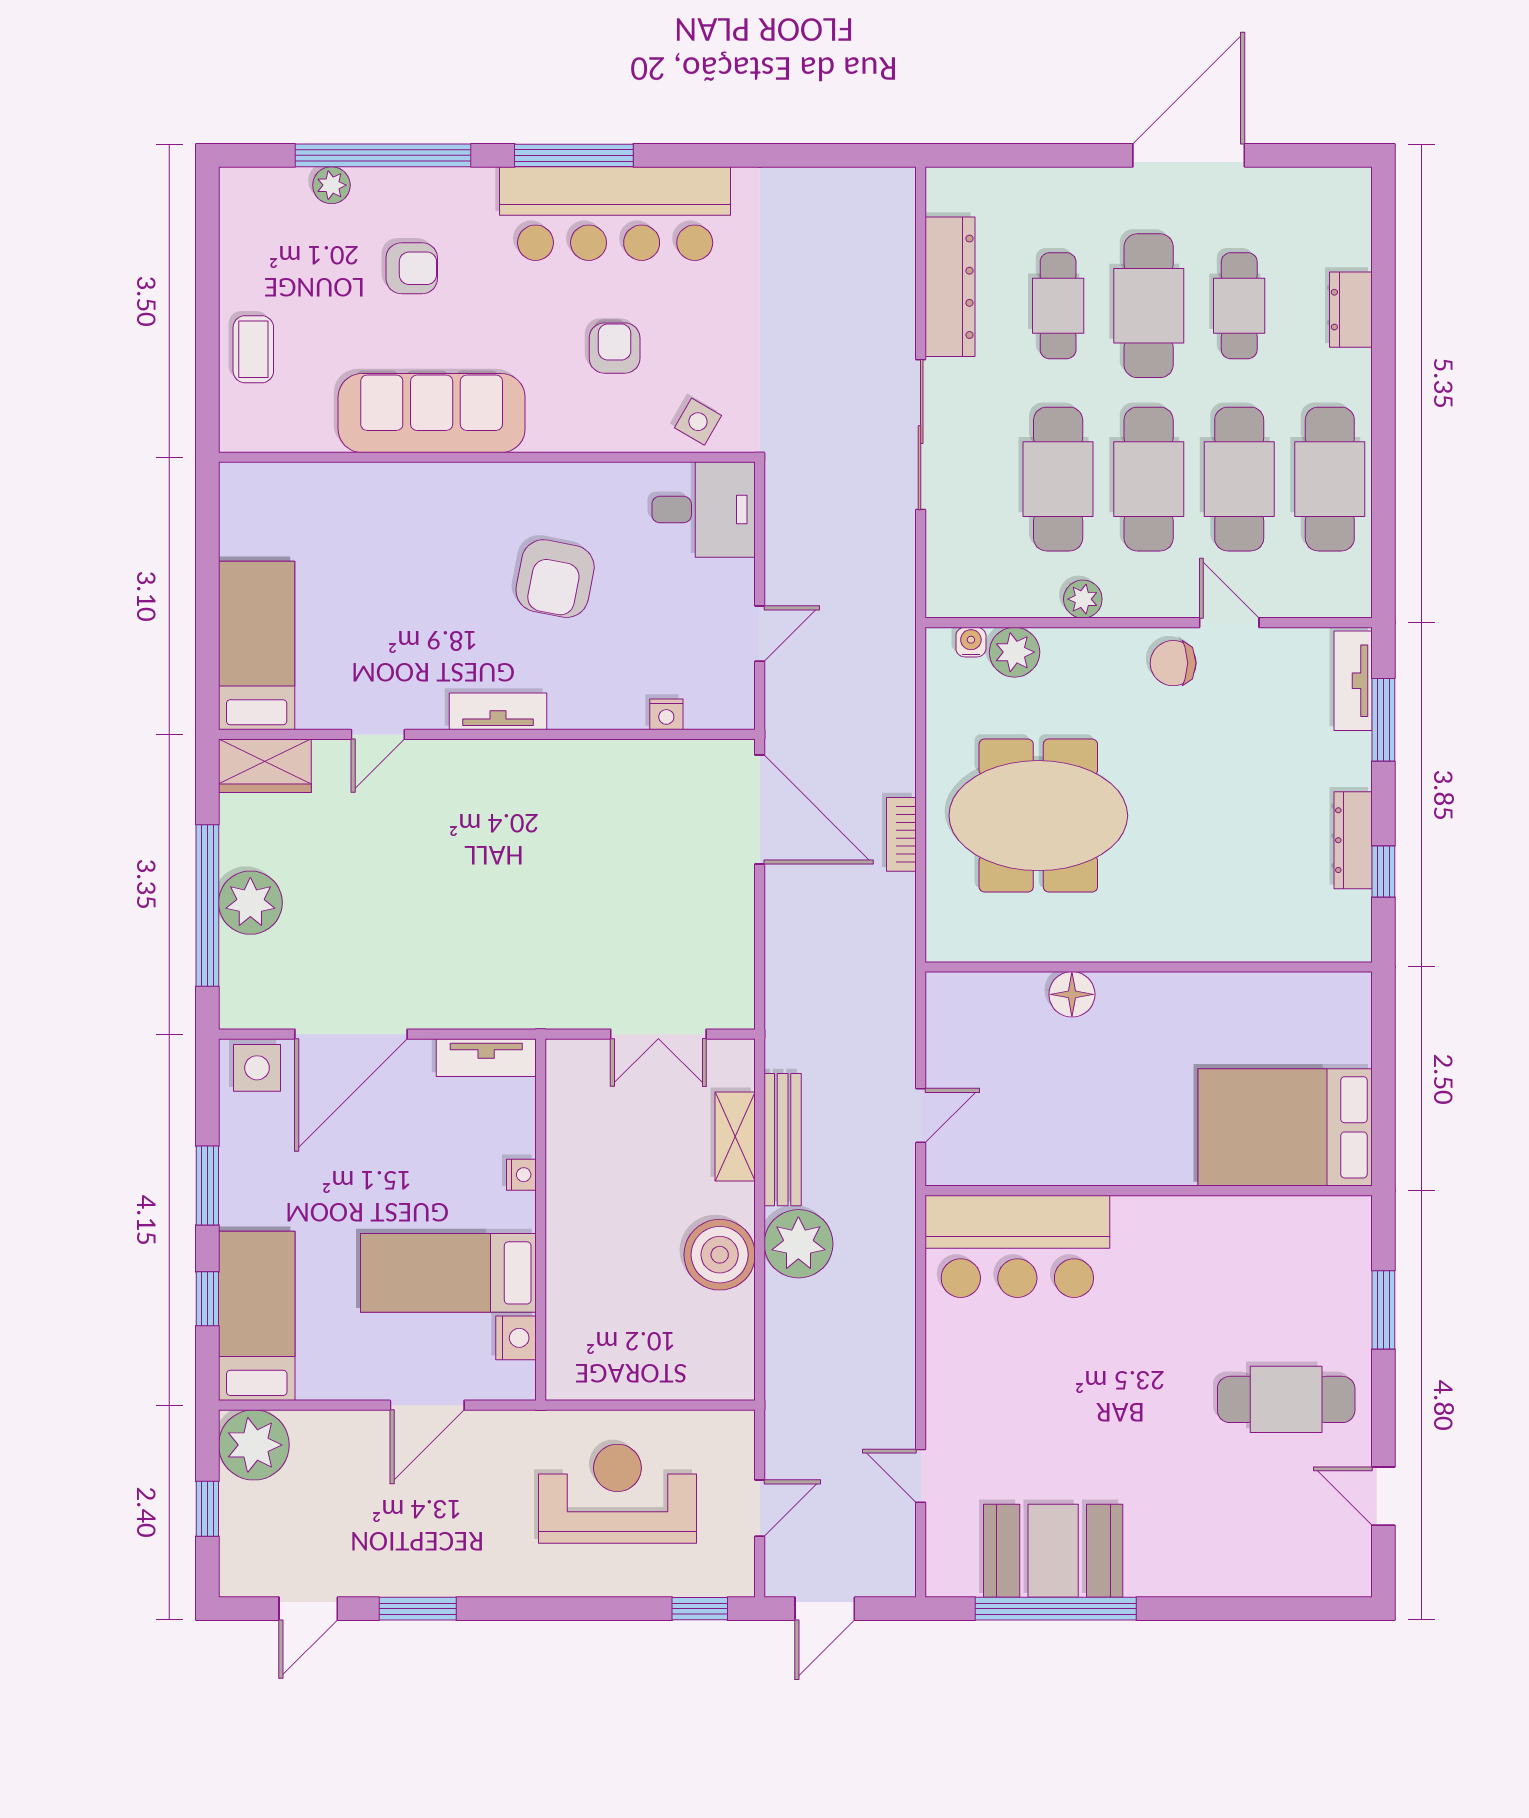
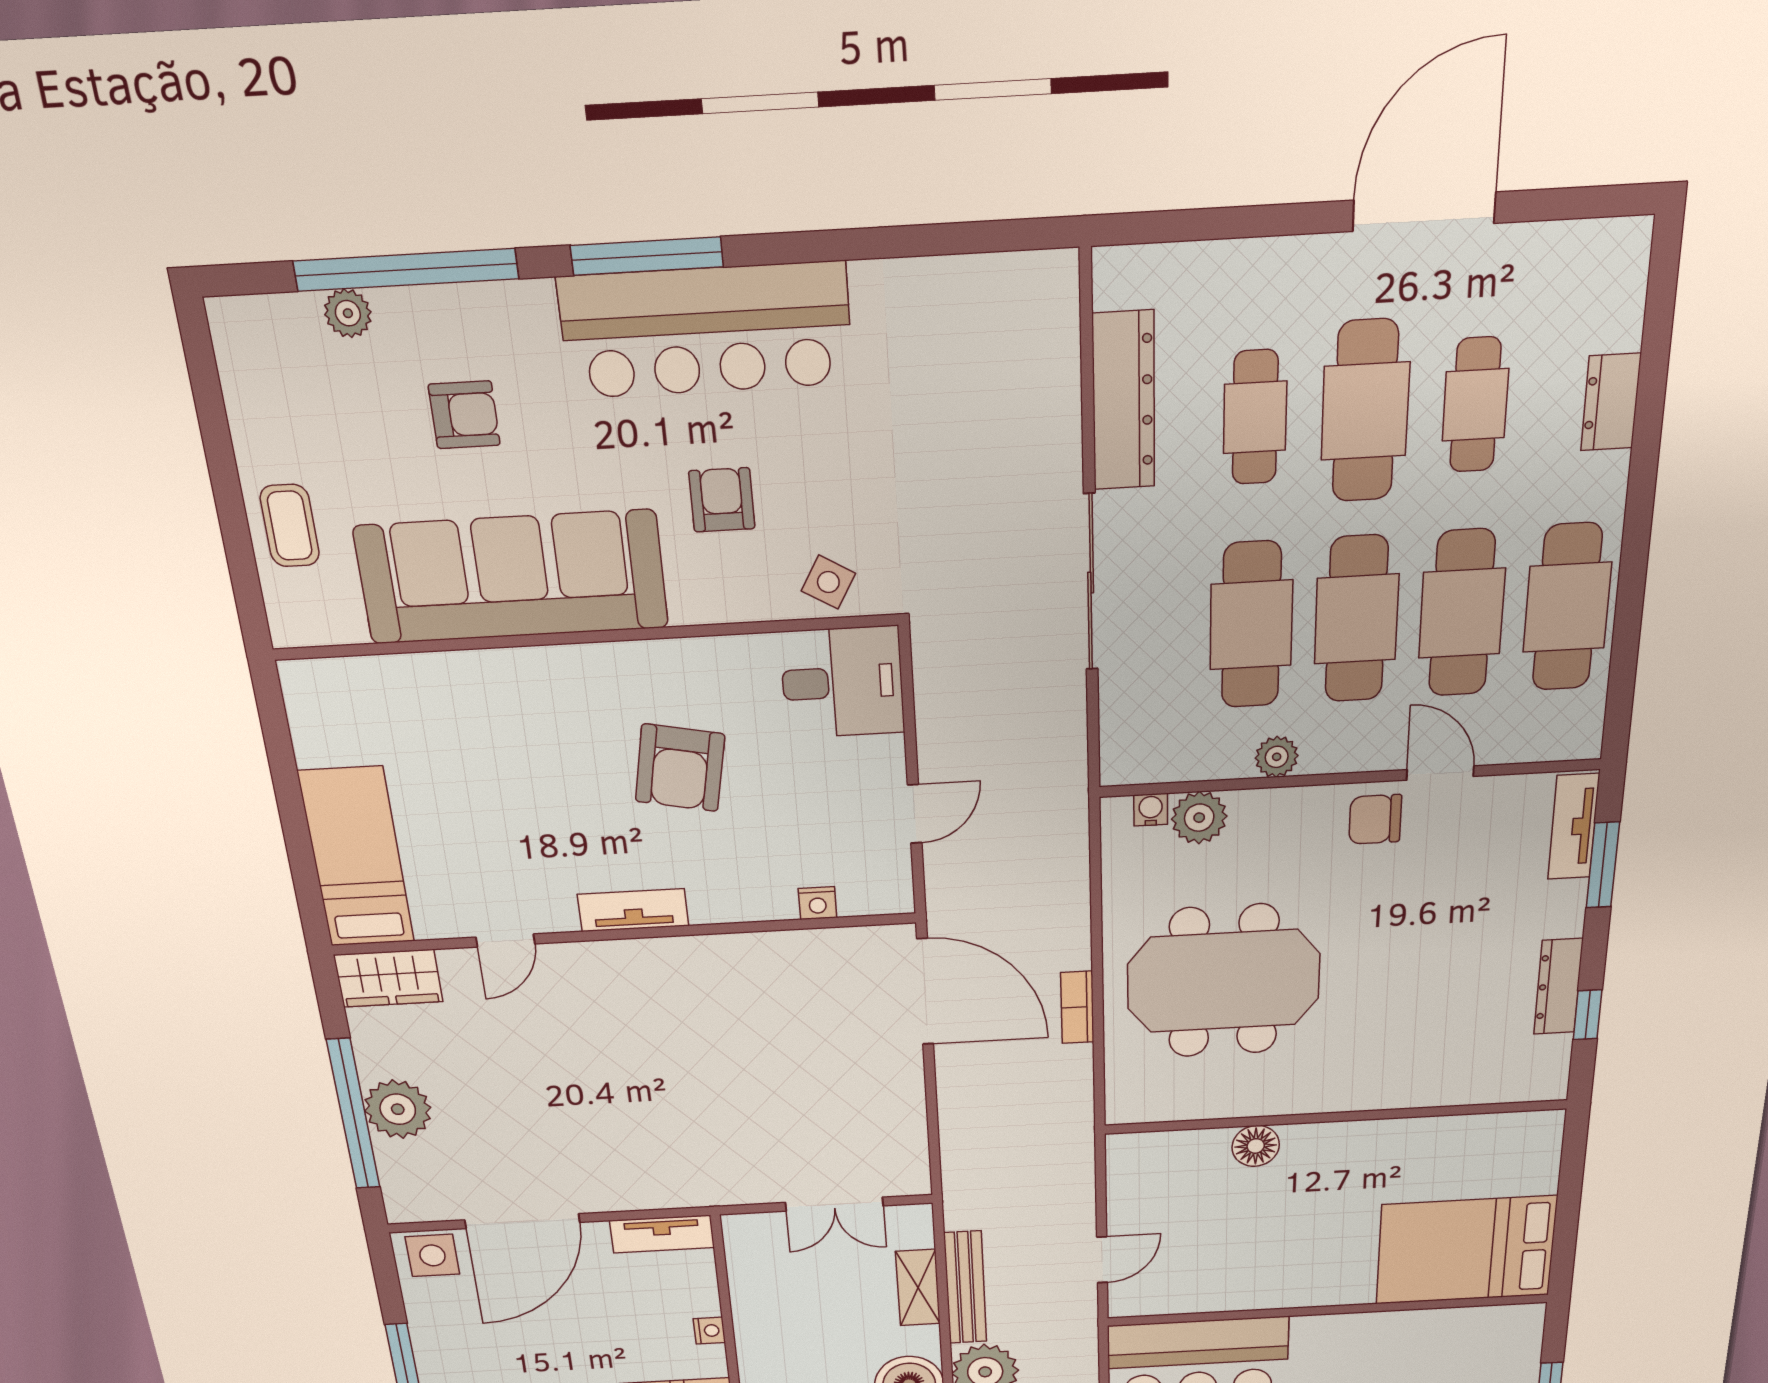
sofa: (432, 413) -> (512, 577), width x1.36, depth x1.27

